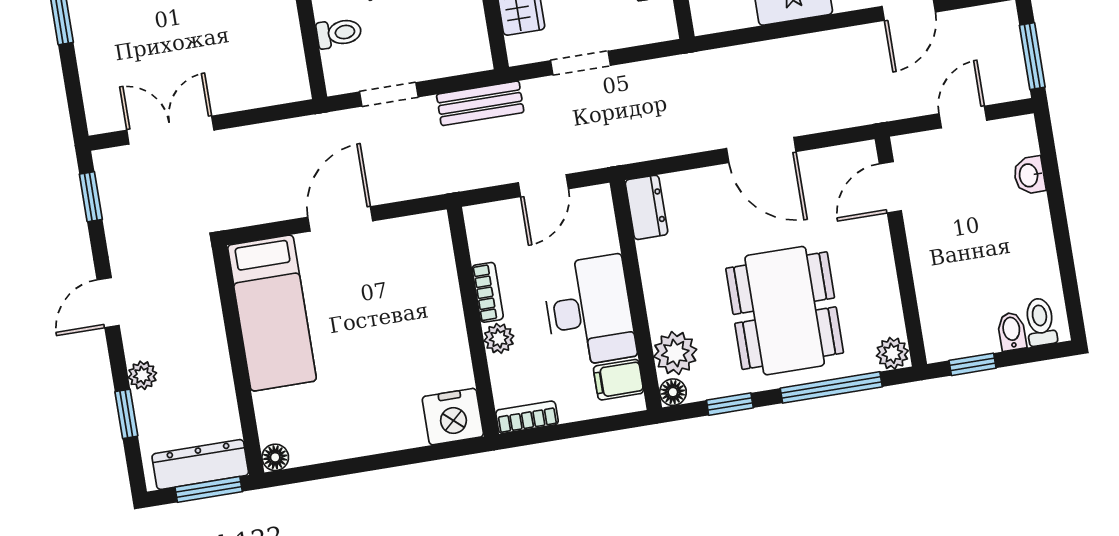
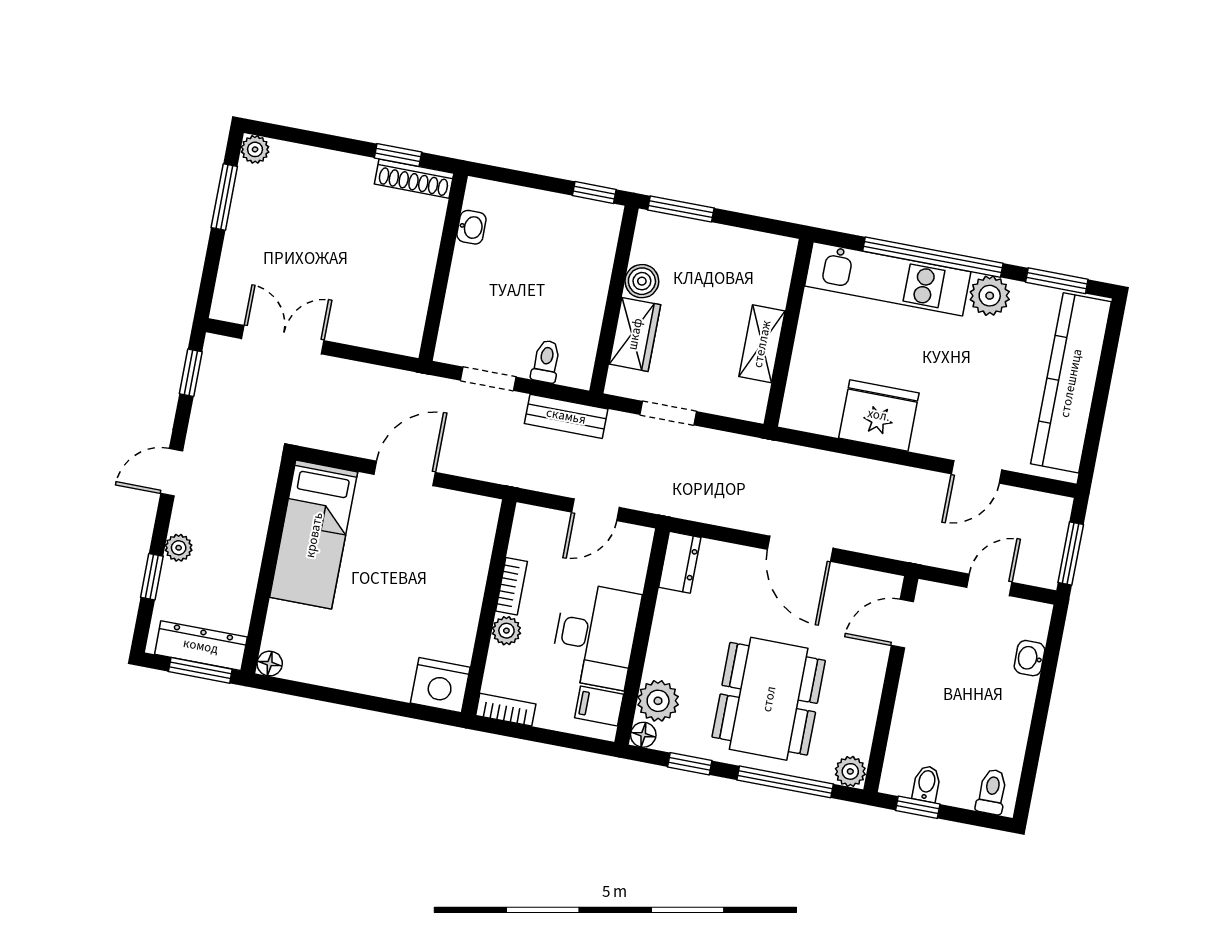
toilet: (339, 33) -> (546, 361), moved, turned -90
bidet: (1012, 331) -> (926, 784), moved

